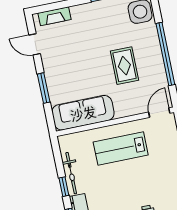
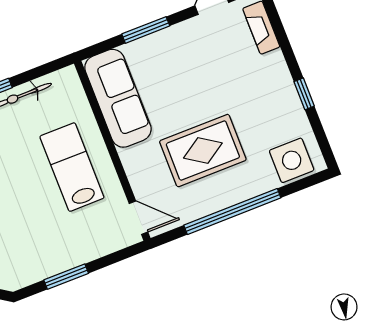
rug: (124, 66) -> (203, 151), width x1.36, depth x1.43

